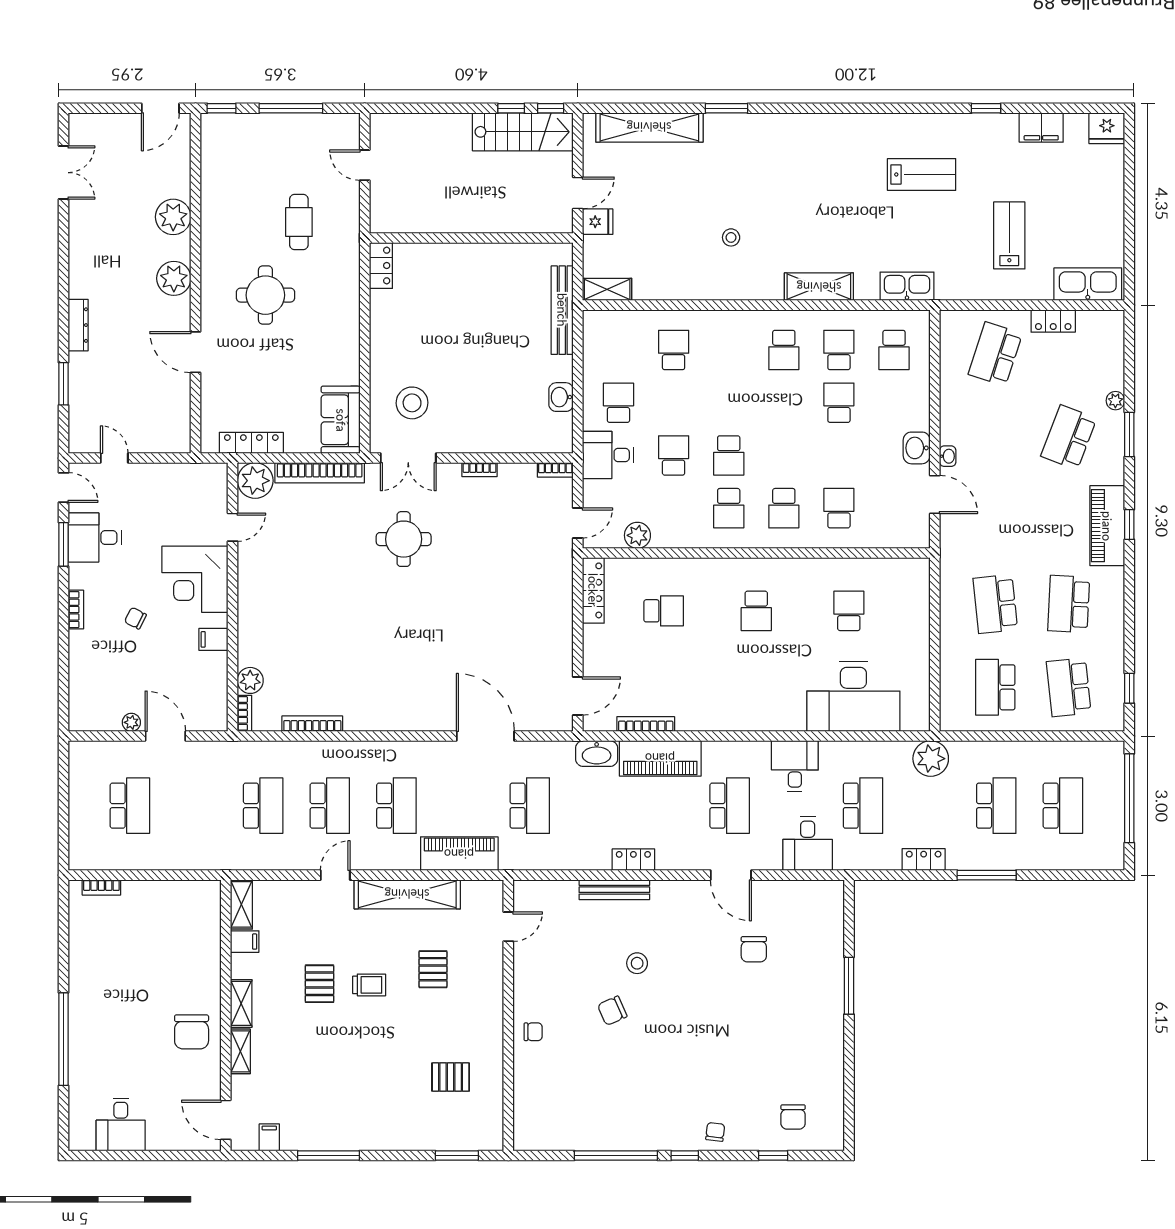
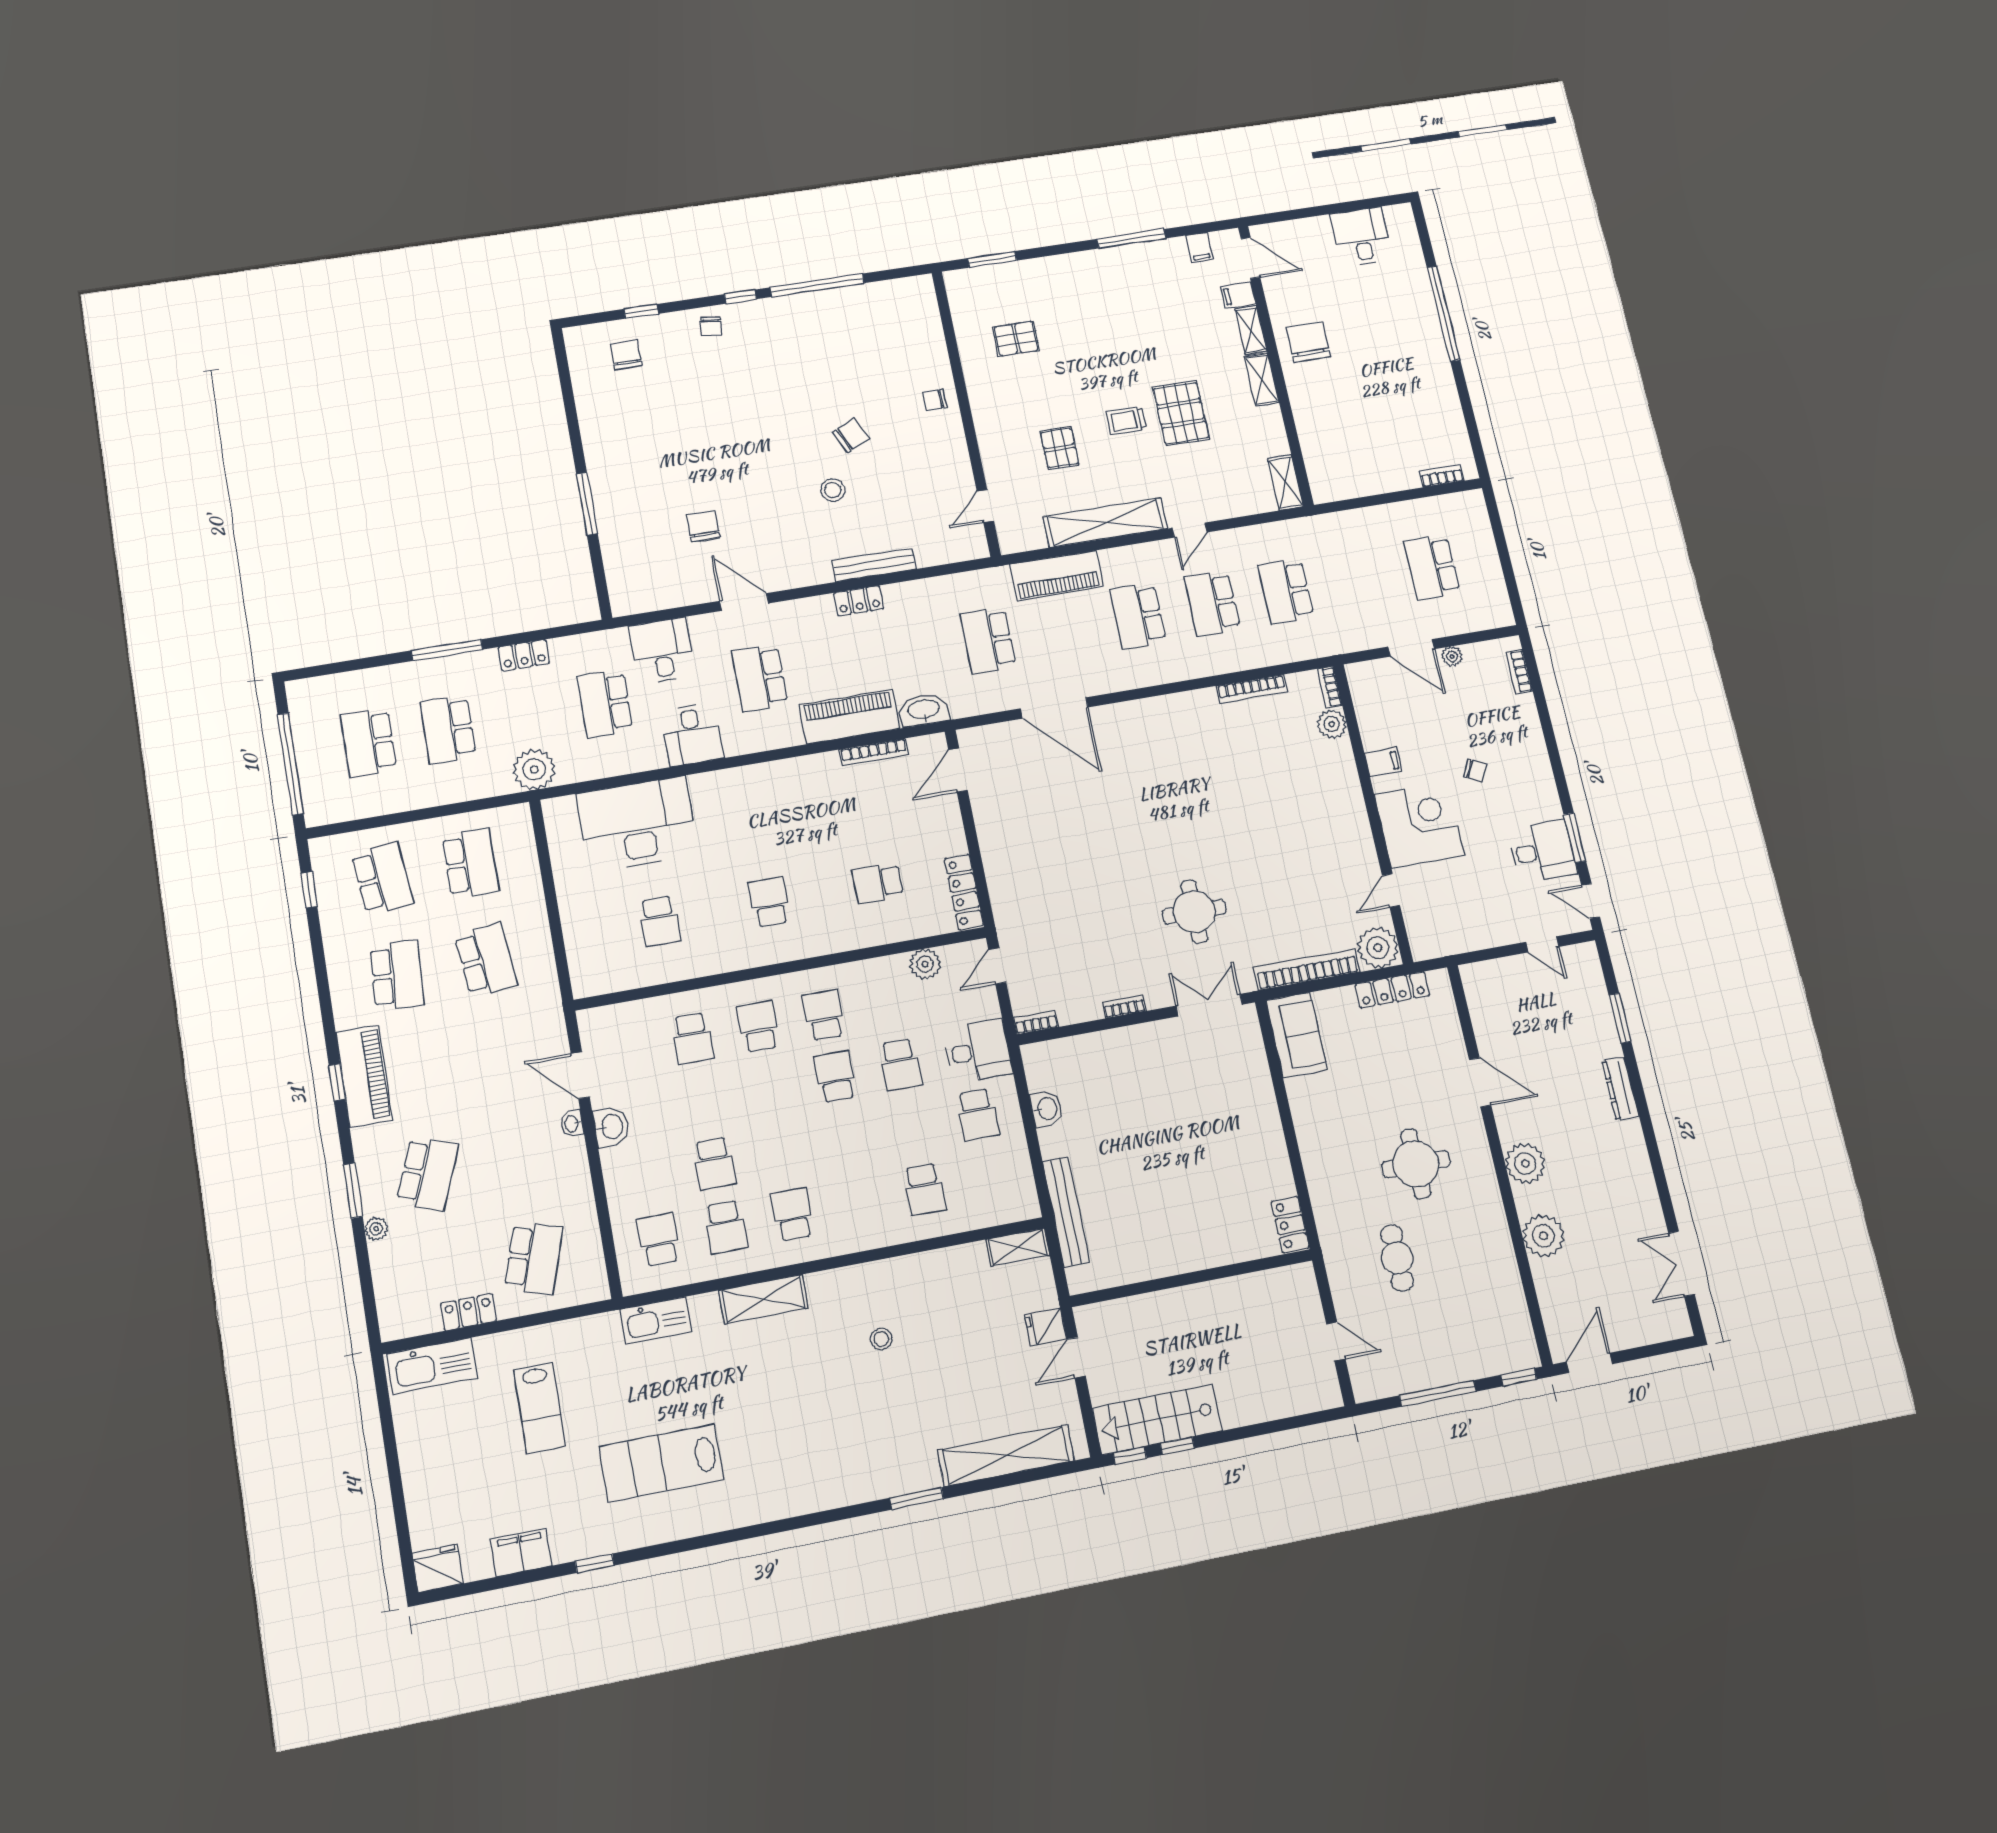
lab bench: (922, 174) -> (661, 1463), width x1.36, depth x1.39
stool: (412, 403) -> (1219, 1070), removed
bookcase: (76, 610) -> (1519, 672), moved
filing cabinet: (245, 942) -> (1238, 295), moved
pallet: (319, 984) -> (1181, 413), width x1.50, depth x1.42

